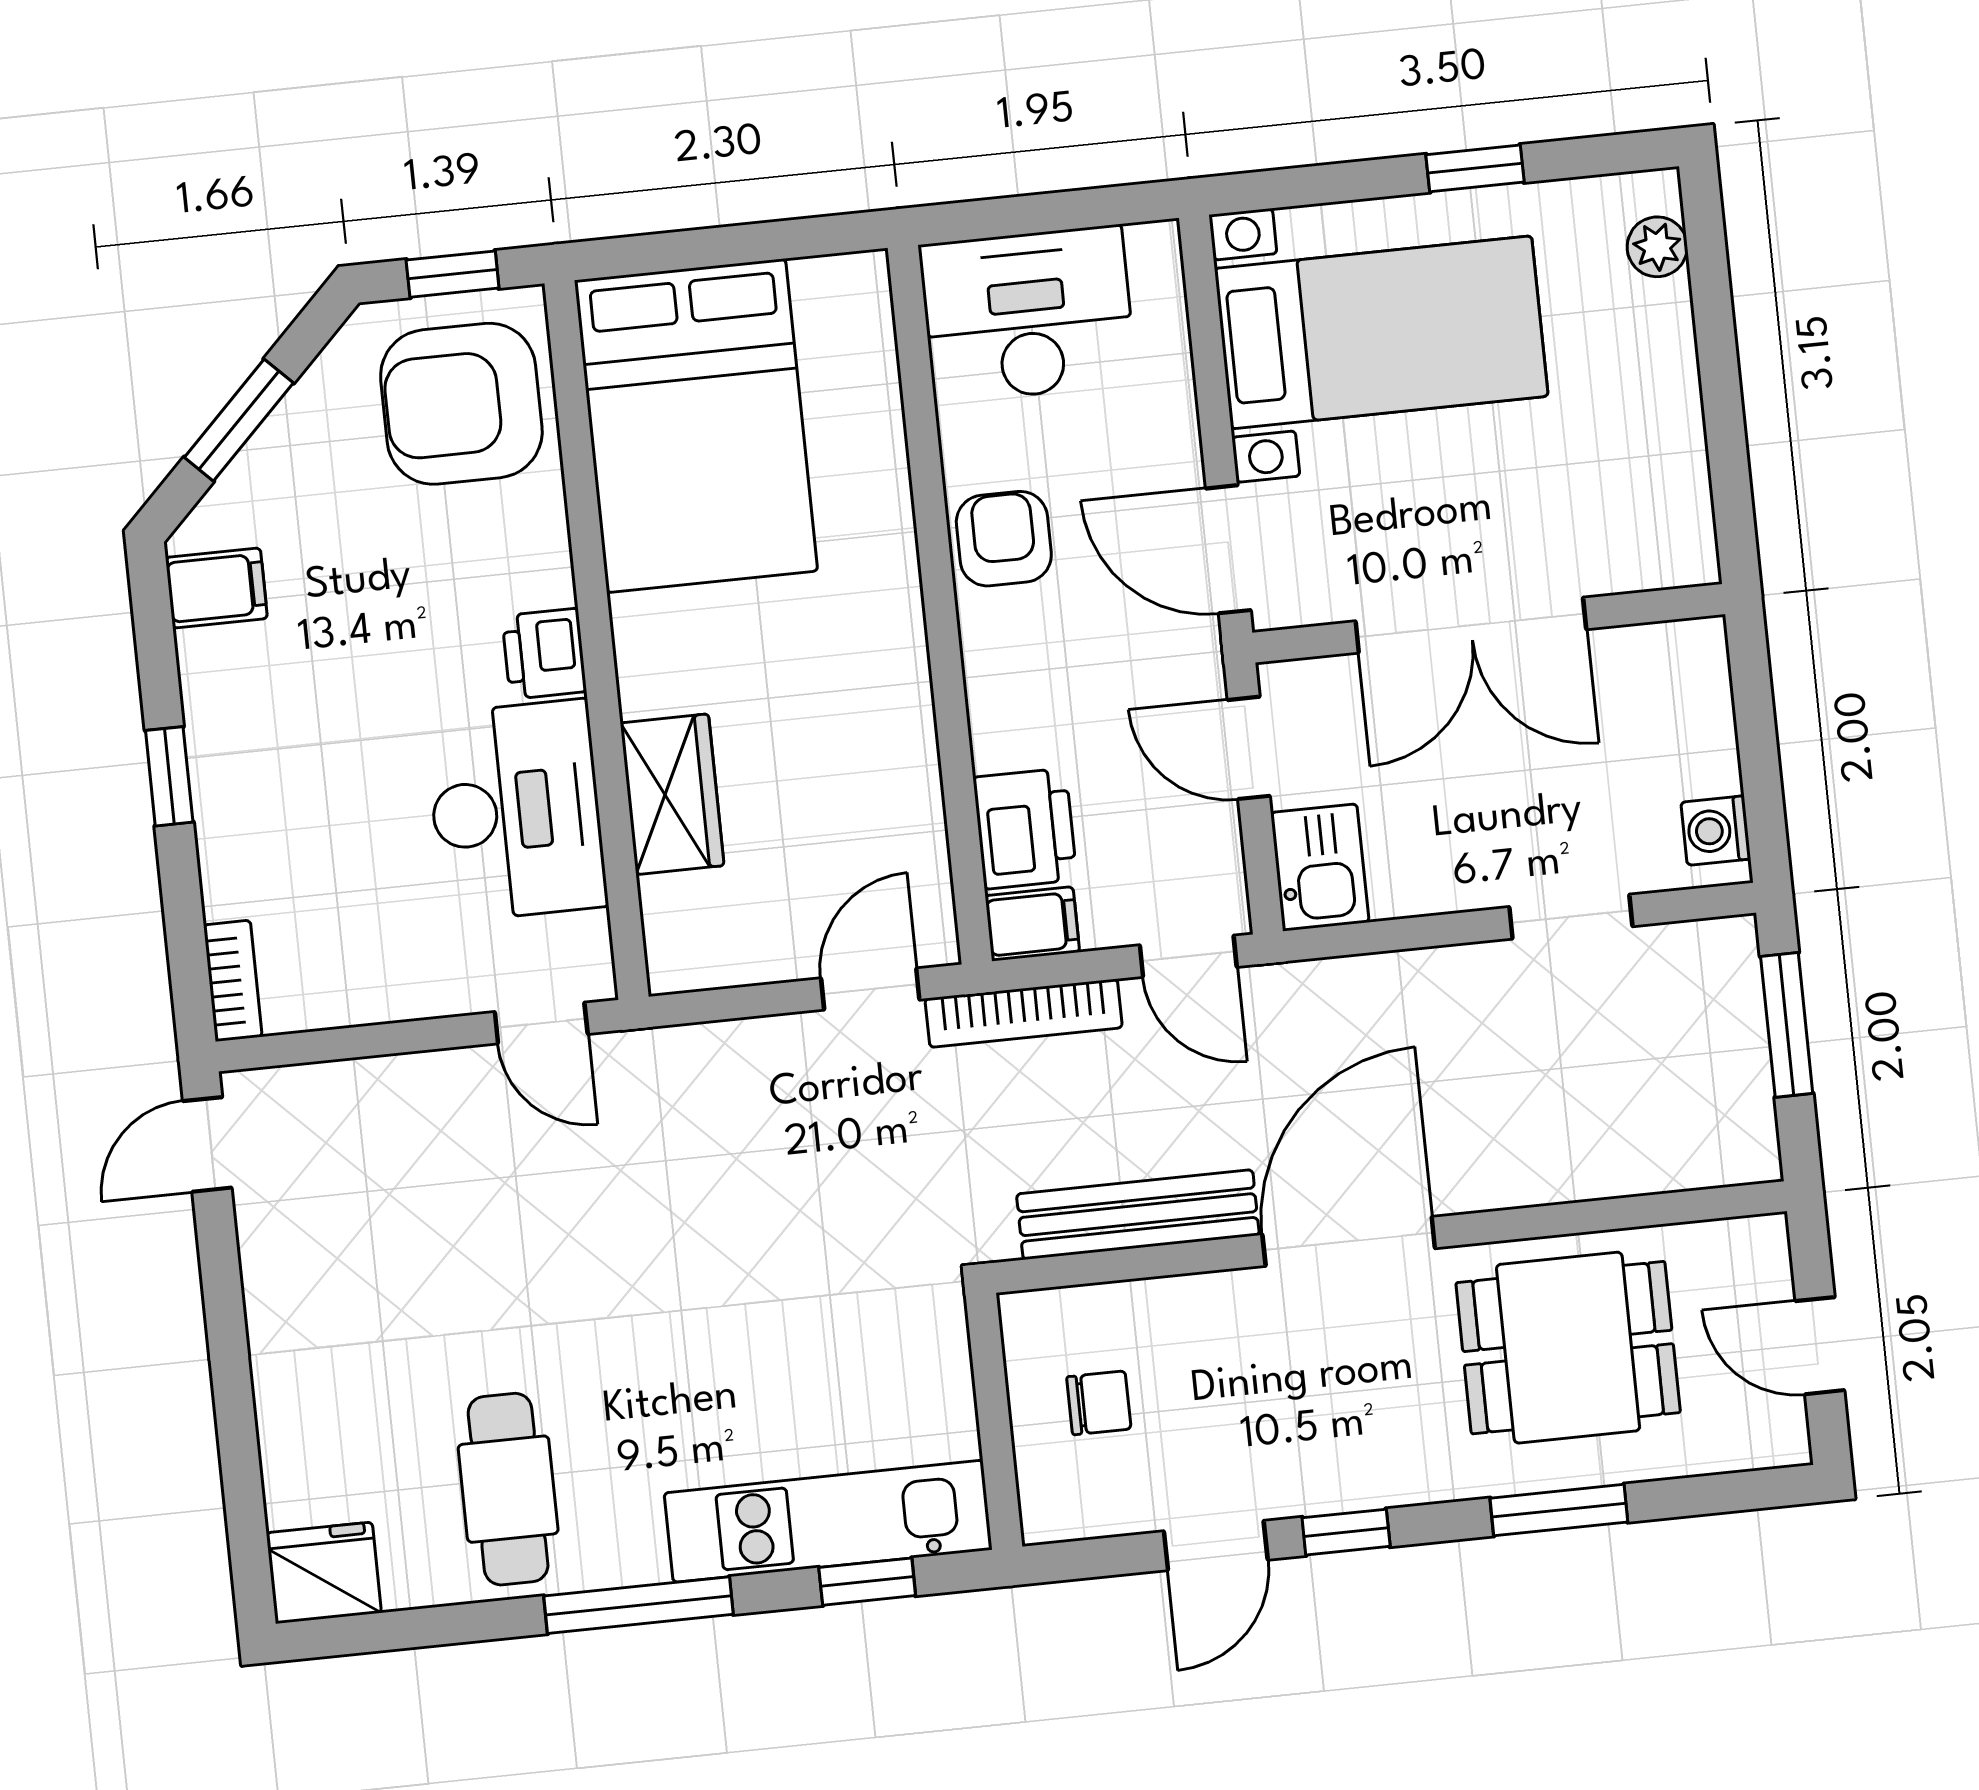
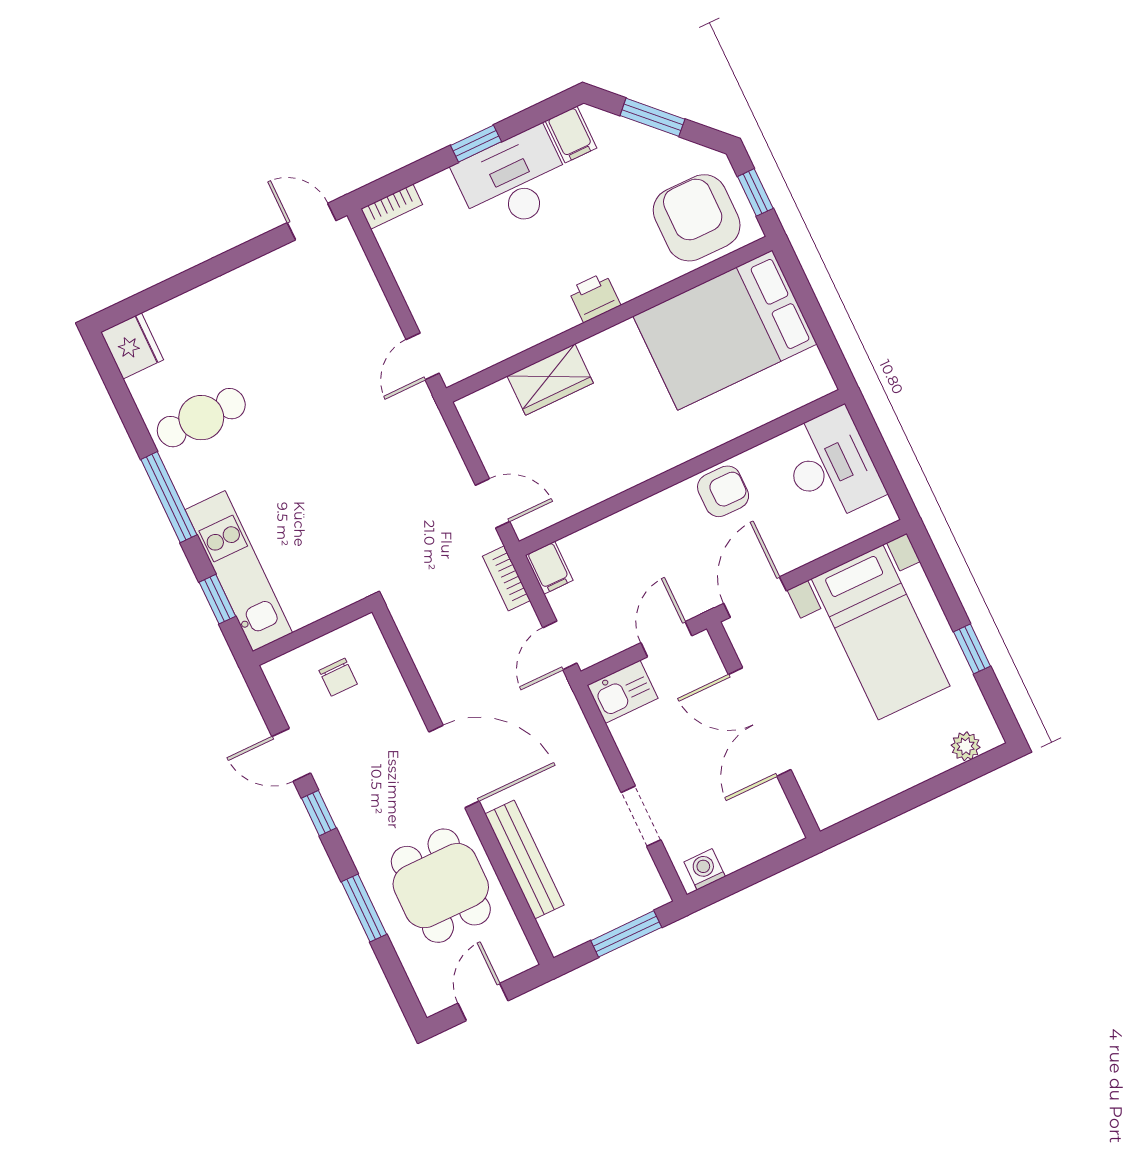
desk: (516, 811) -> (513, 181), moved, turned 180
printer: (1025, 829) -> (592, 549), removed
bookcase: (1024, 1013) -> (506, 578), width x0.64
bench: (1138, 1215) -> (524, 859), moved

